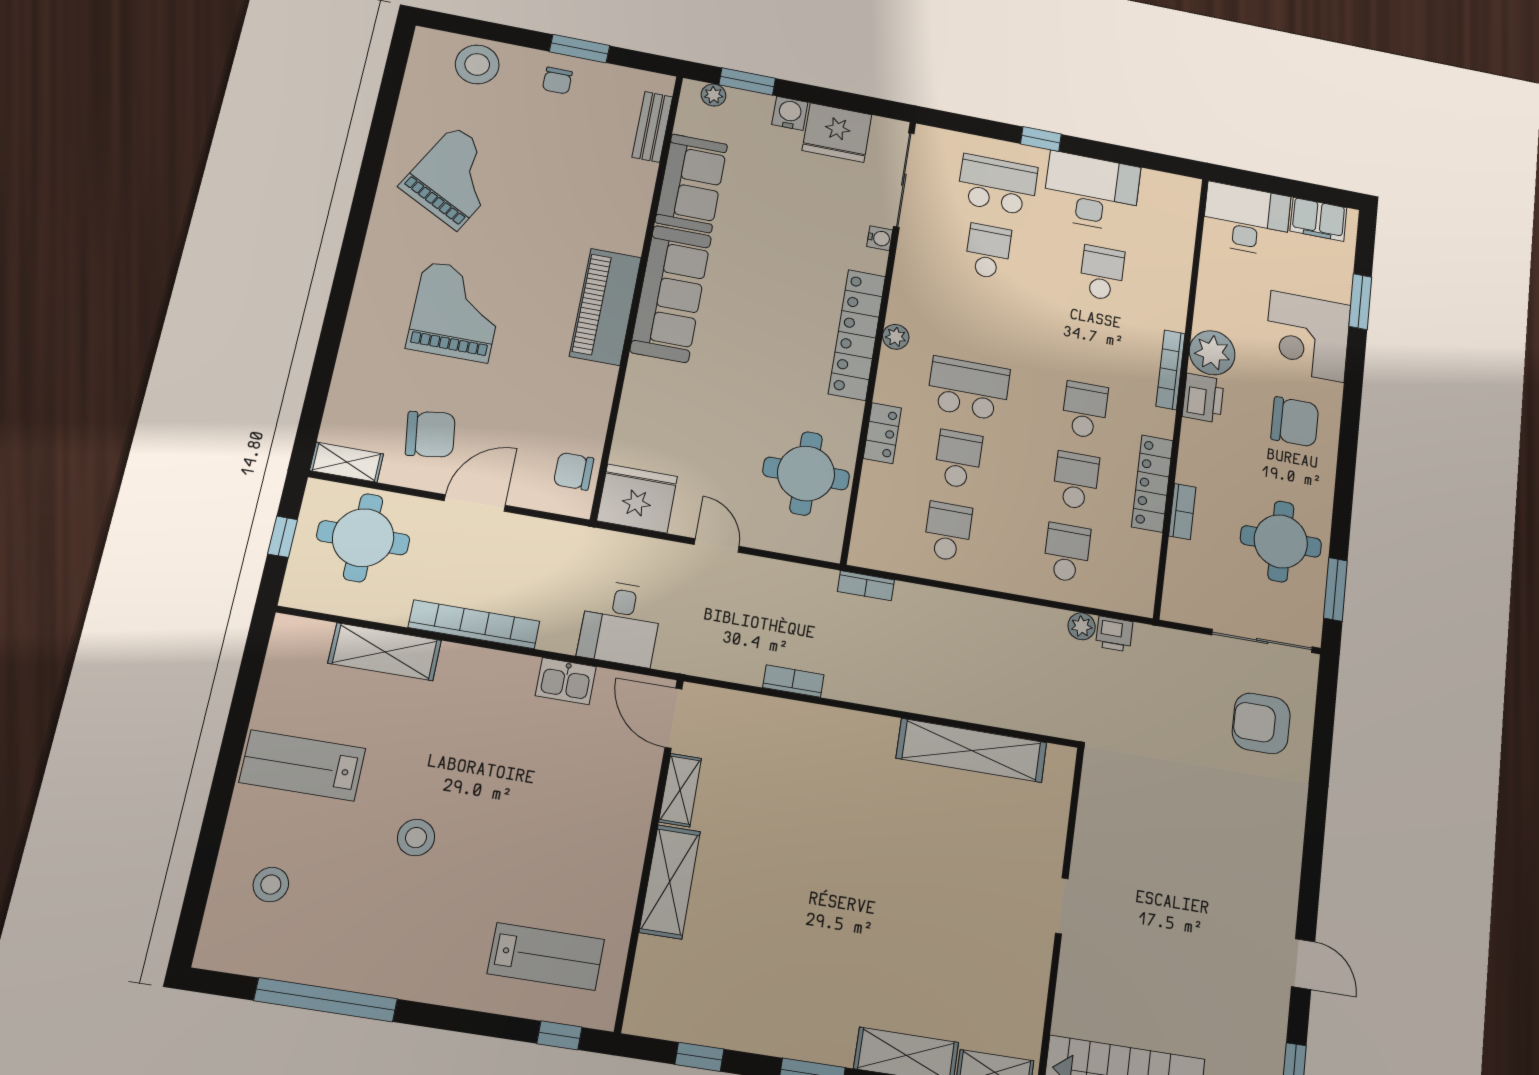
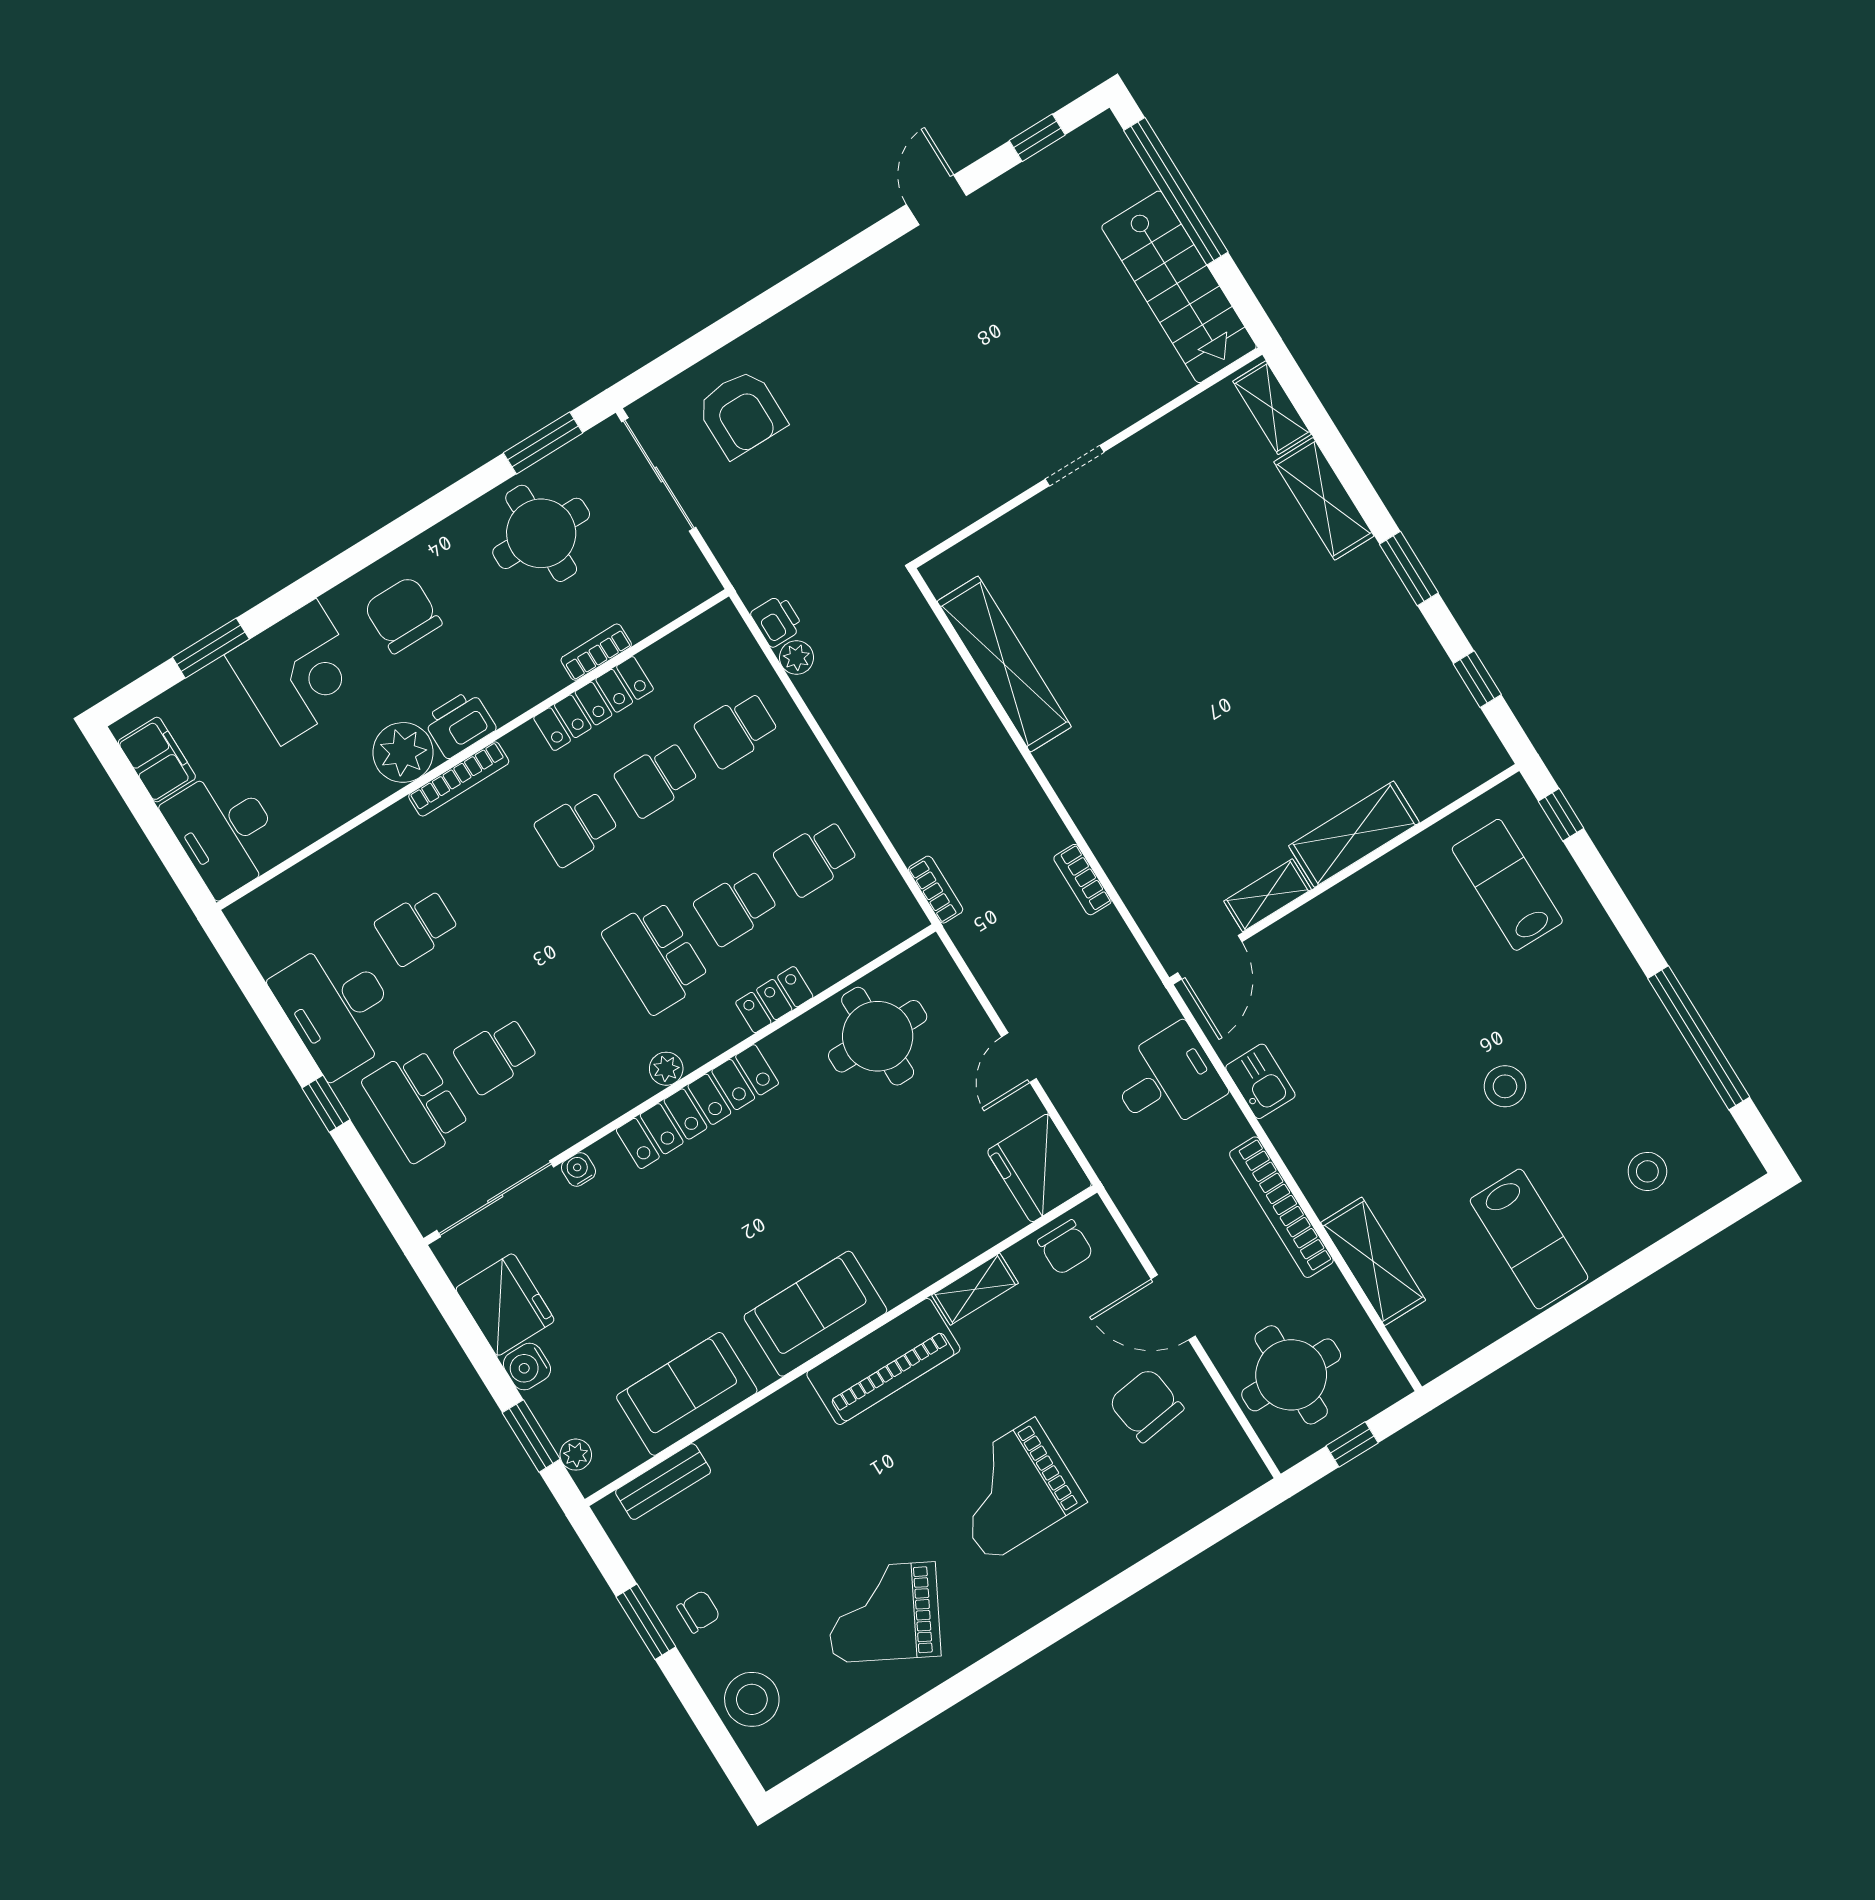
sofa: (671, 294) -> (815, 1314), width x0.73
shelving: (347, 462) -> (975, 1289), moved, turned 90

